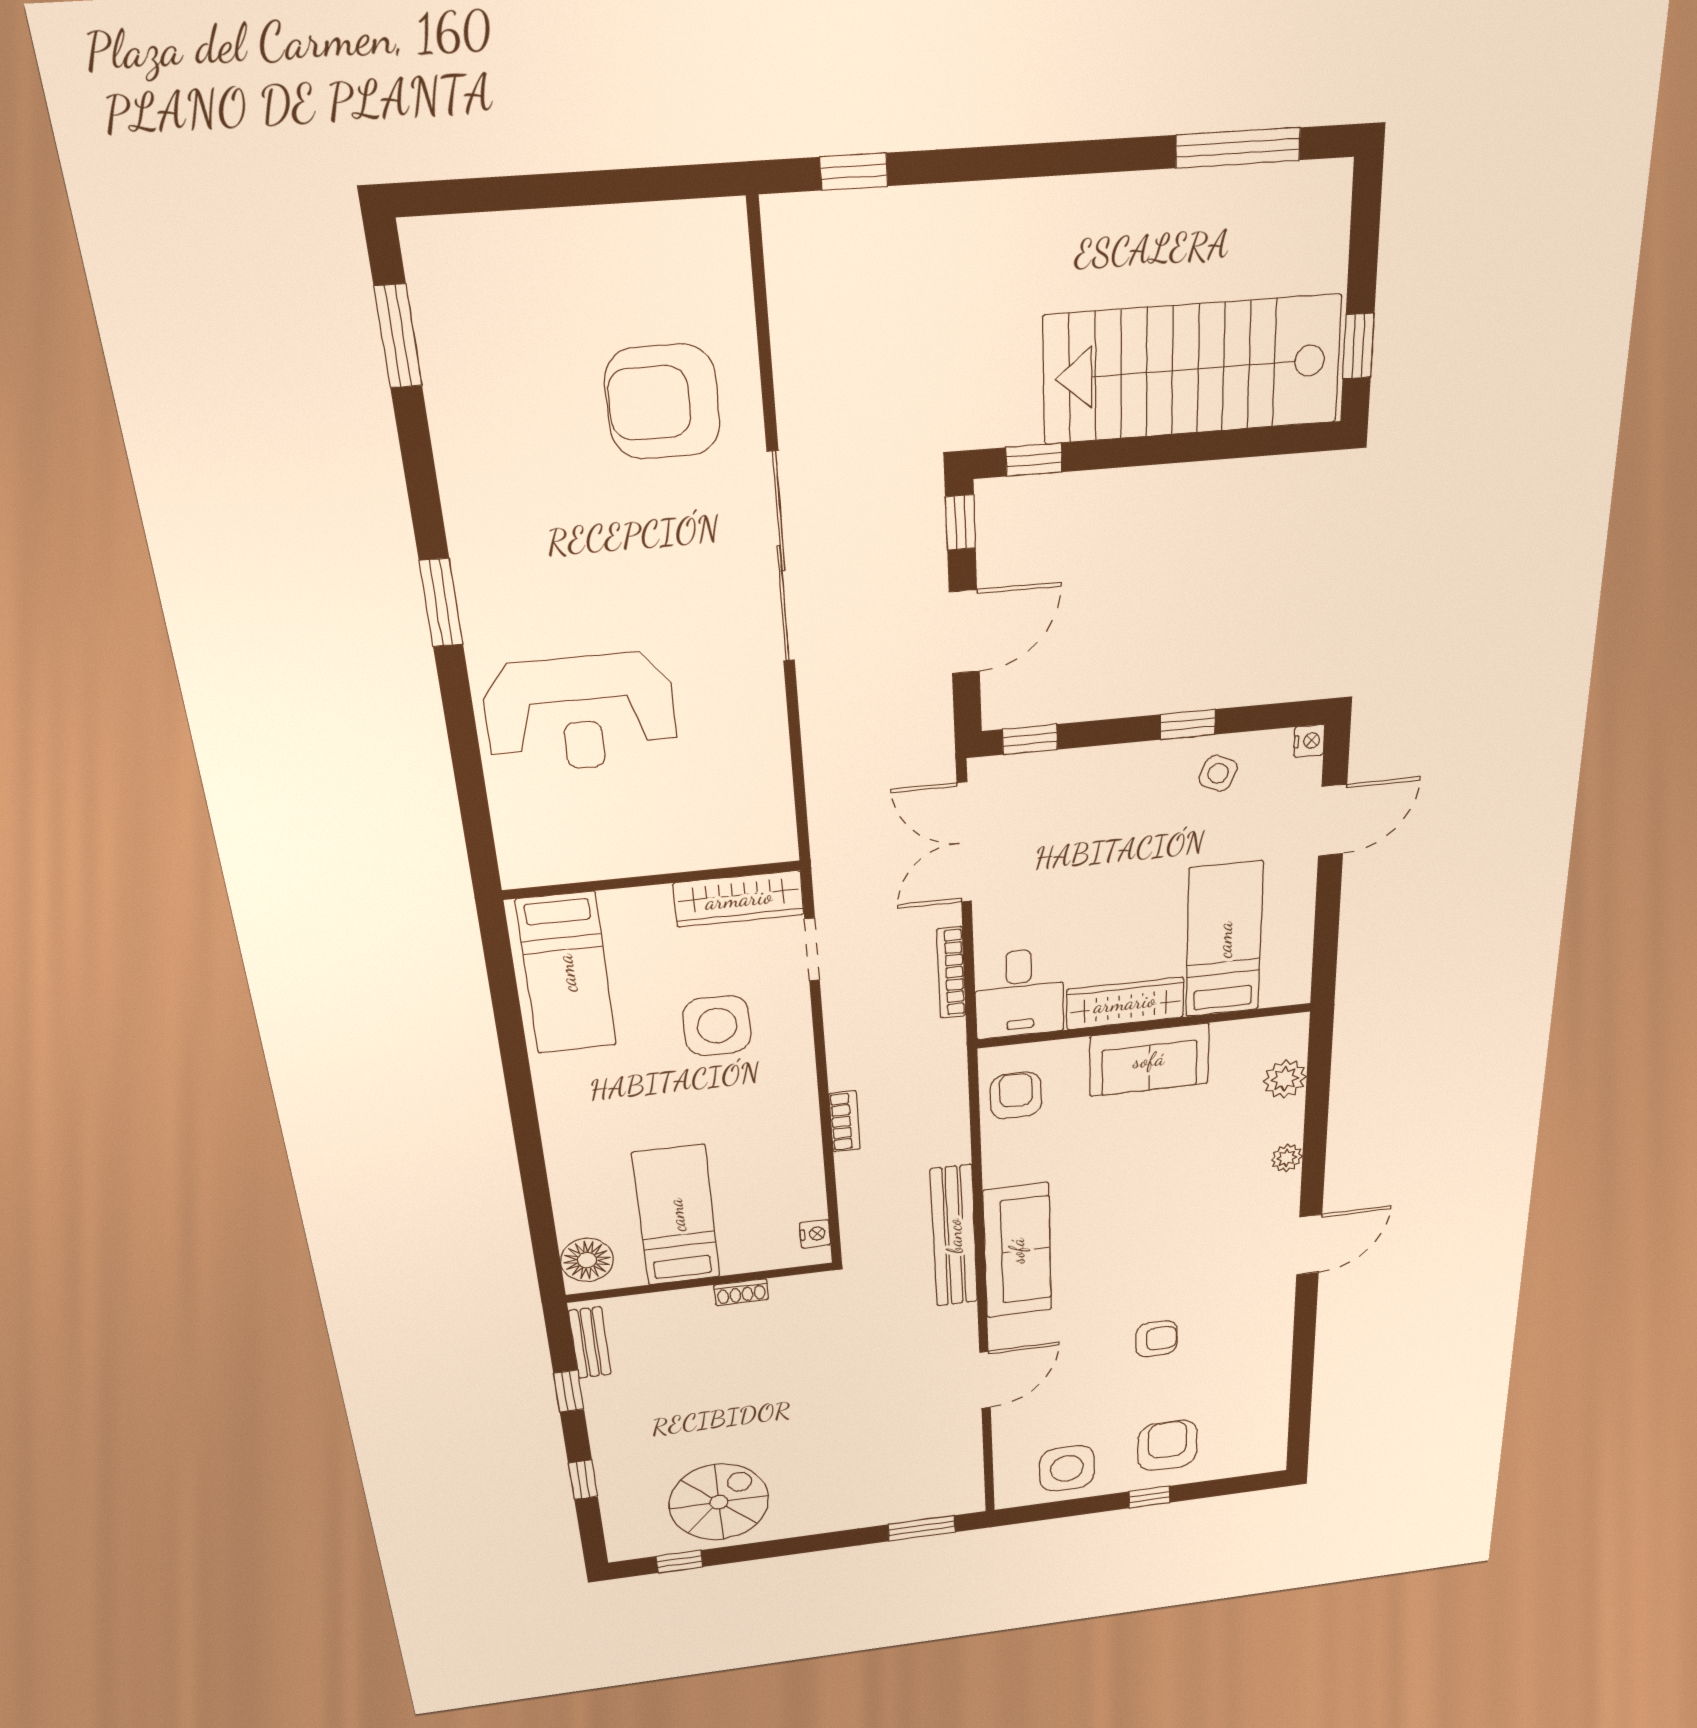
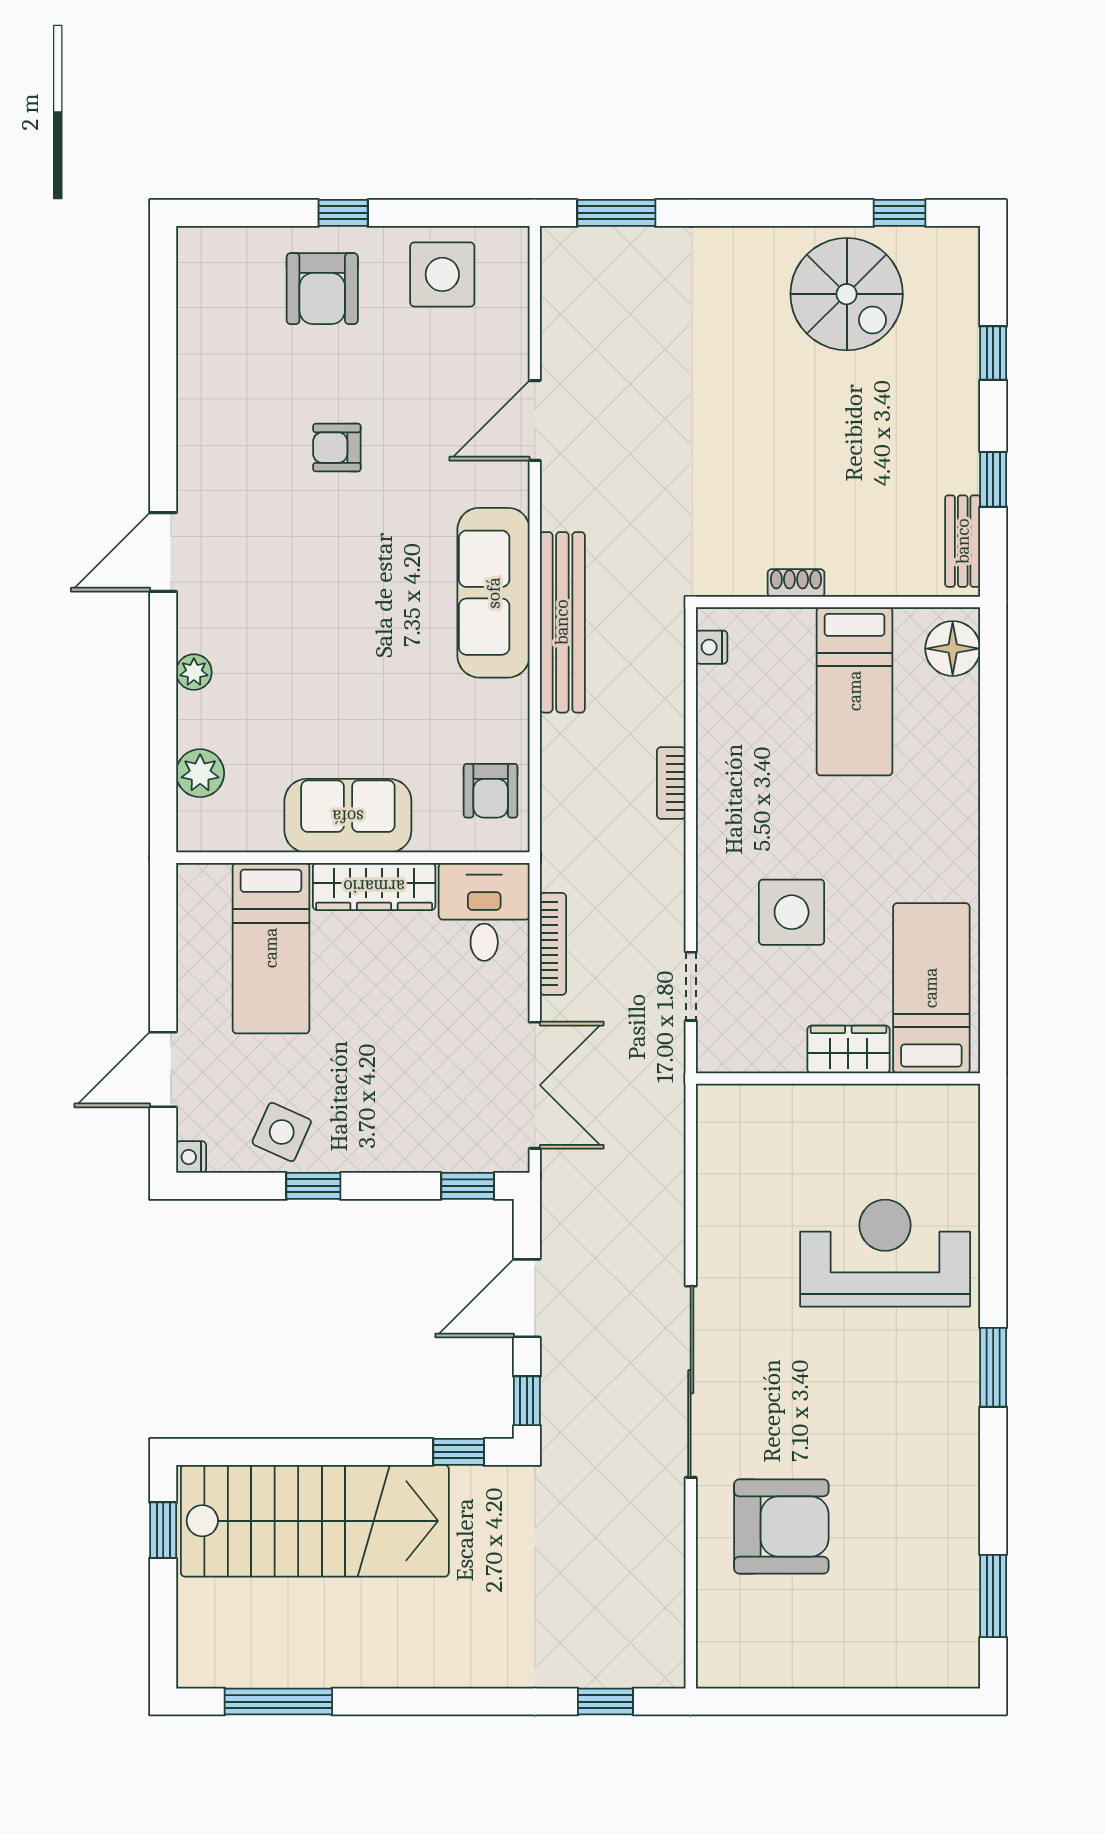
side table: (1218, 773) -> (282, 1132), width x1.37, depth x1.37
wardrobe: (739, 899) -> (848, 1049), moved, width x0.67
spiral stairs: (719, 1502) -> (847, 294), turned -90

